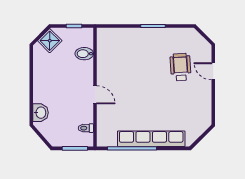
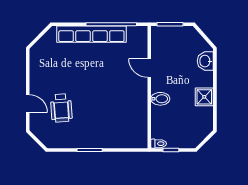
shower: (50, 41) -> (204, 97), moved, turned 45
bidet: (84, 54) -> (160, 99), moved
door: (95, 95) -> (149, 68), moved
toilet: (86, 128) -> (159, 144), moved

